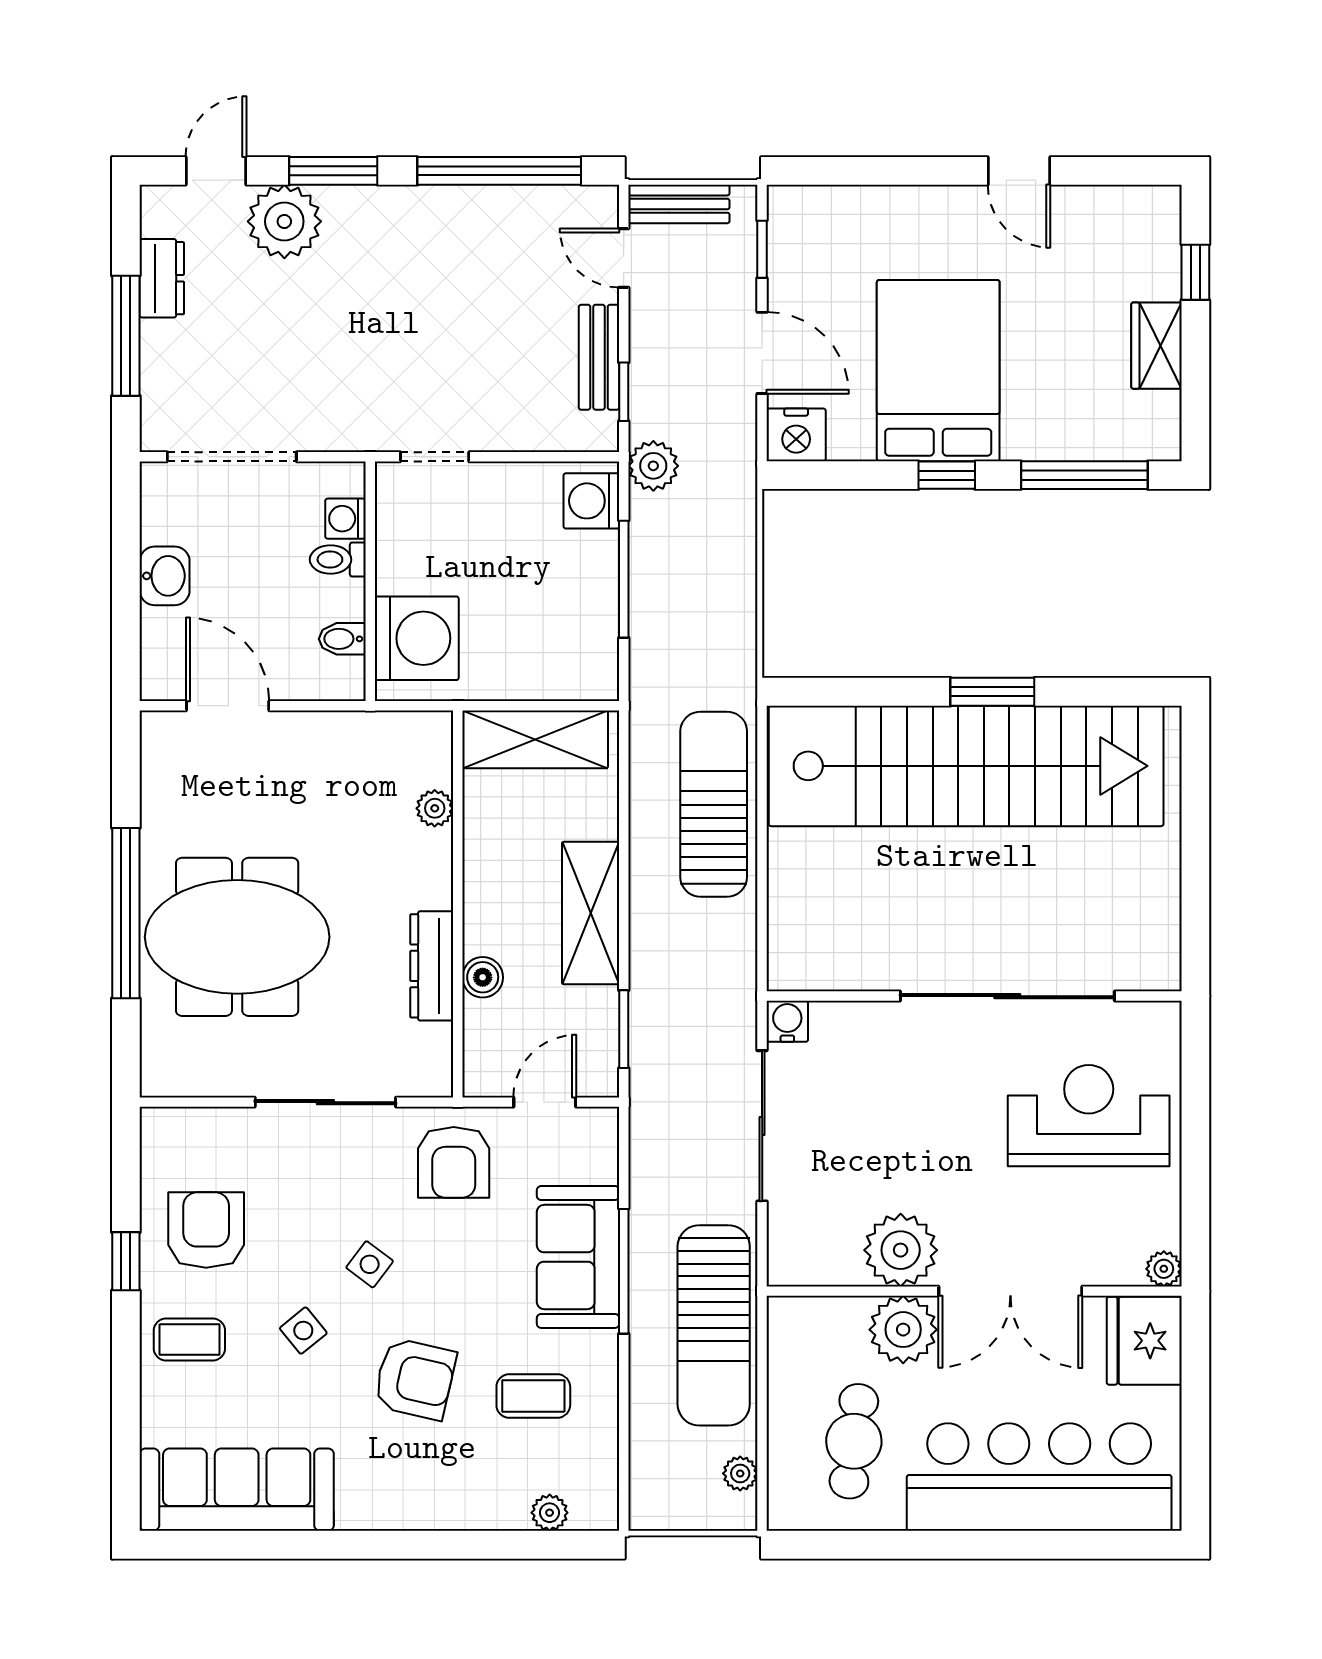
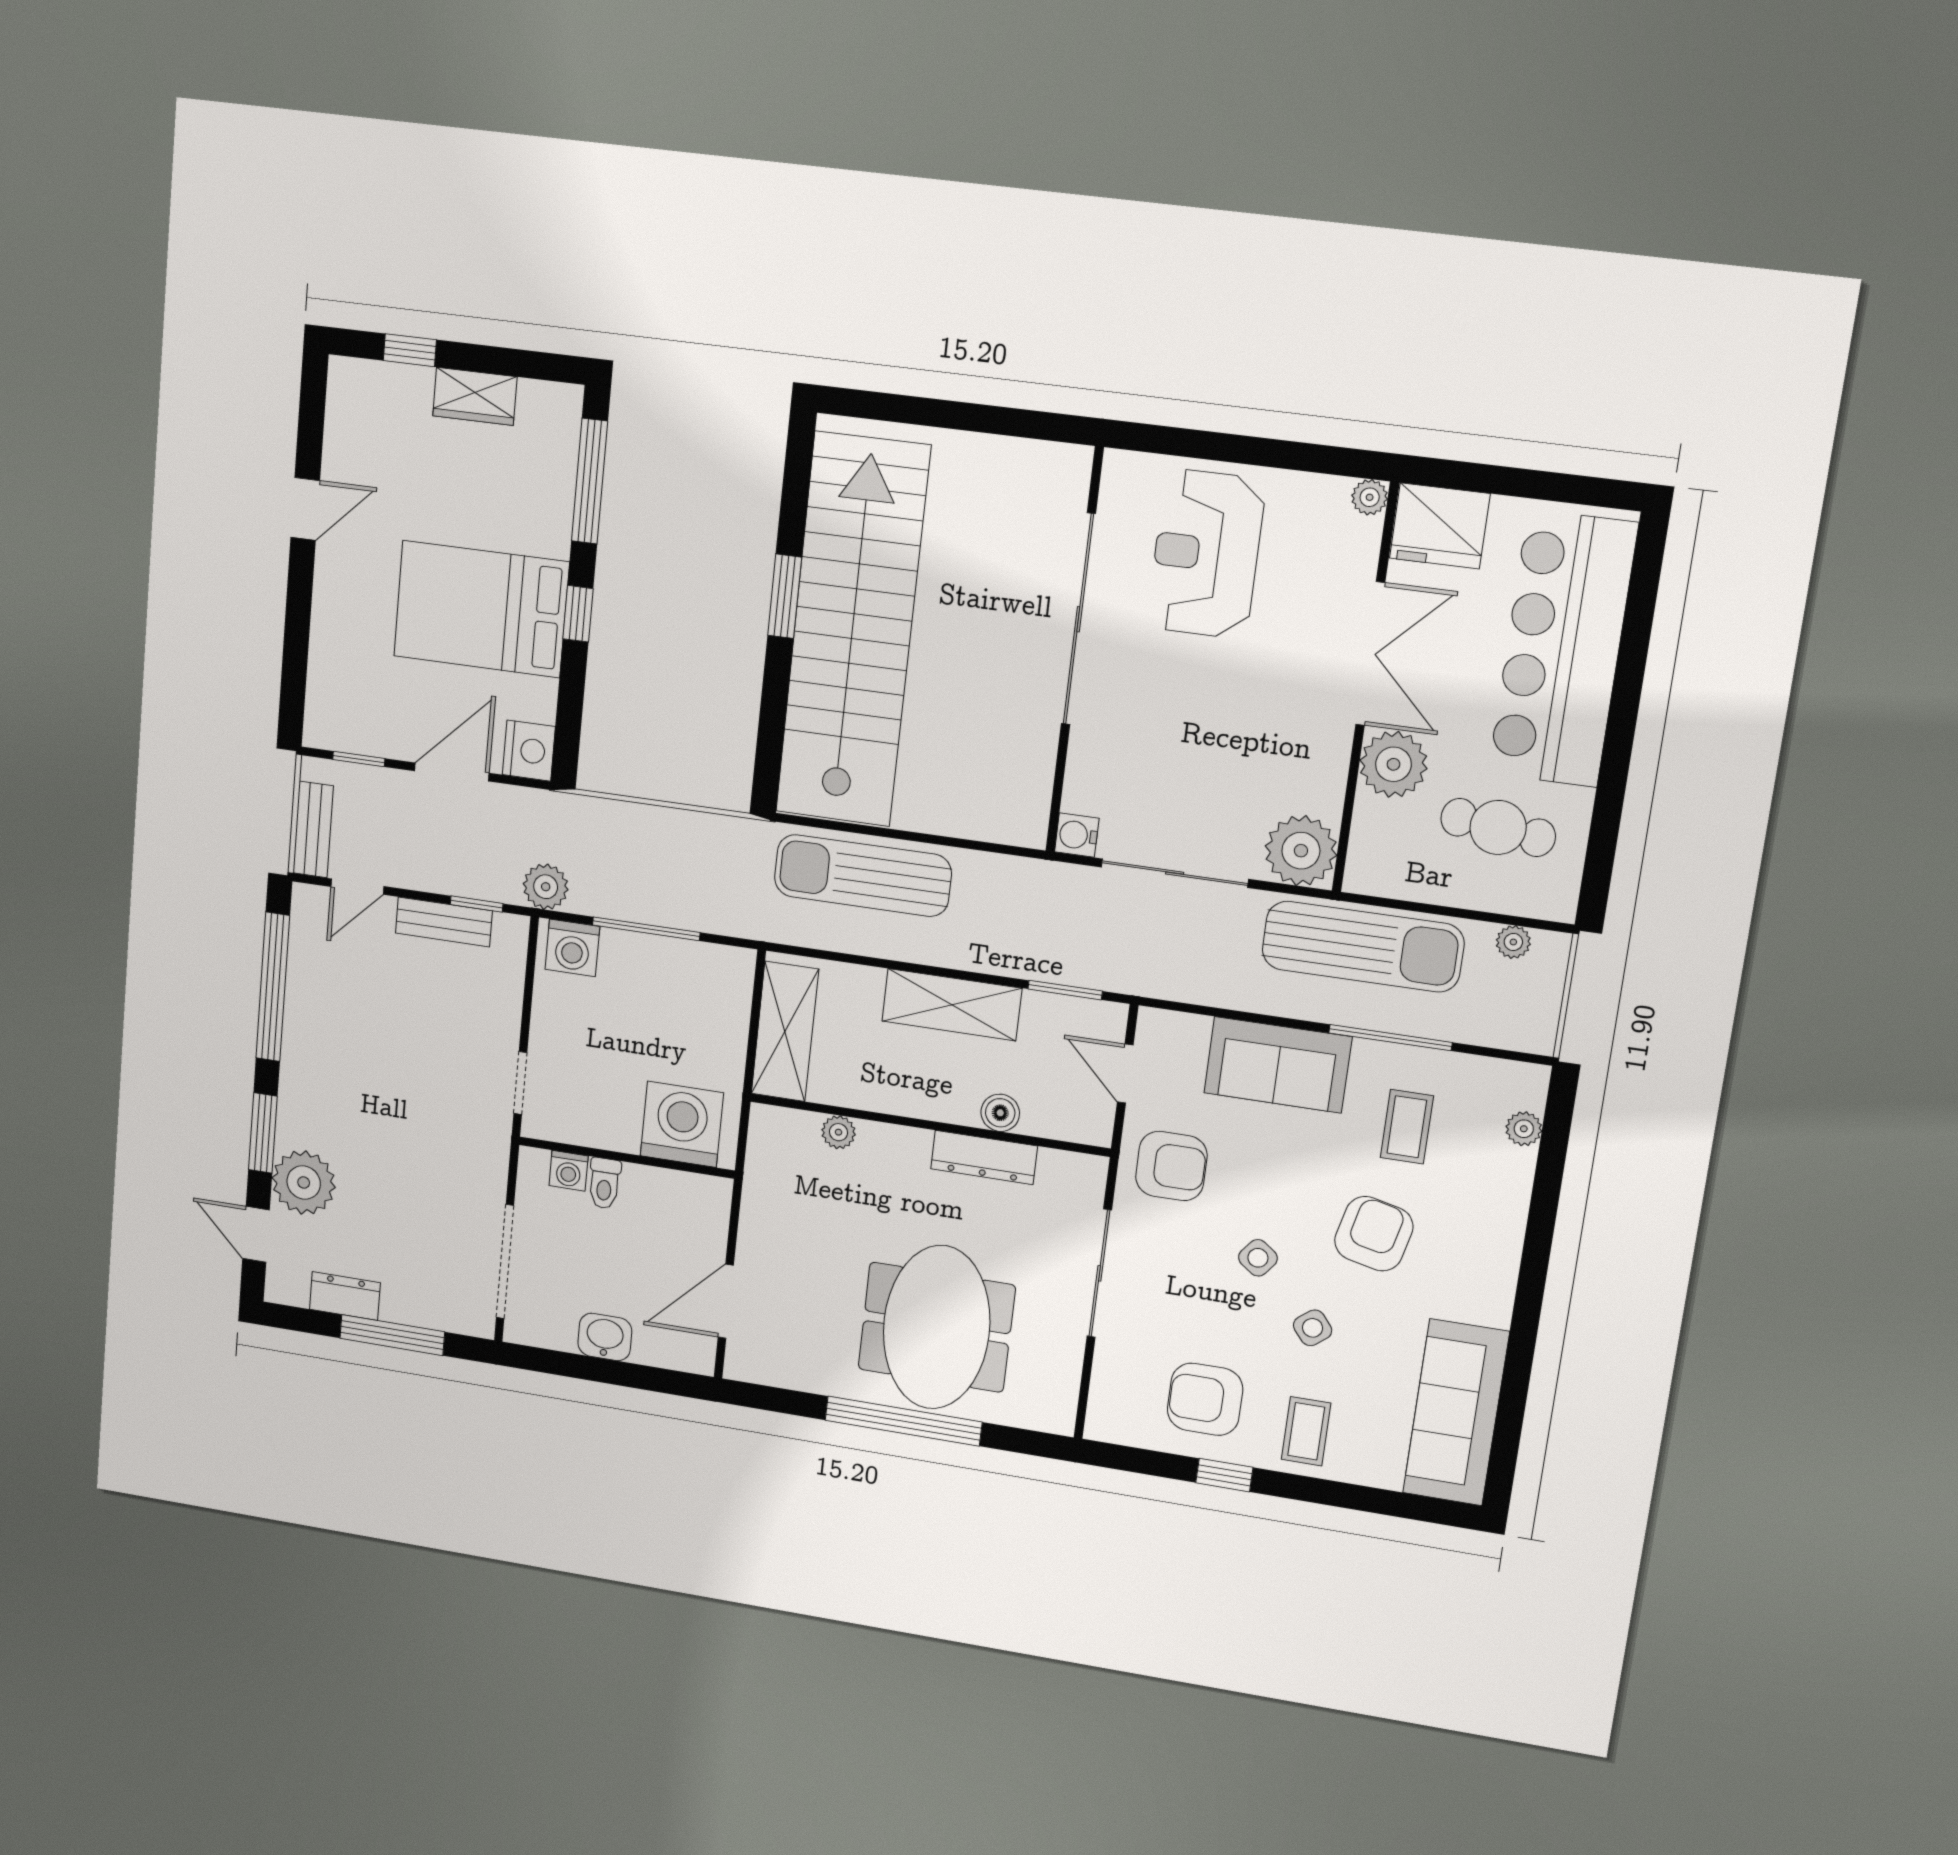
bidet: (342, 639) -> (676, 1191), removed
plant: (901, 1250) -> (1301, 851), moved
window: (624, 1271) -> (1390, 1038), moved

